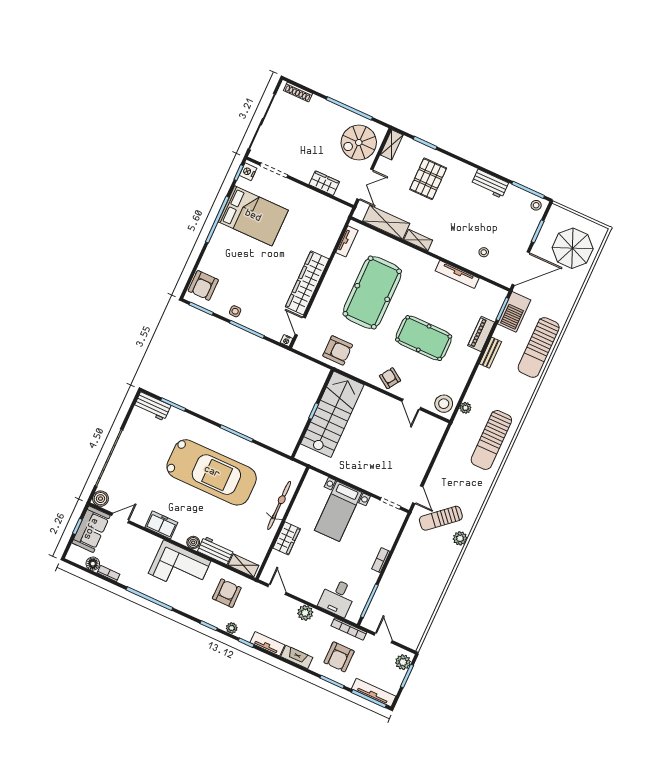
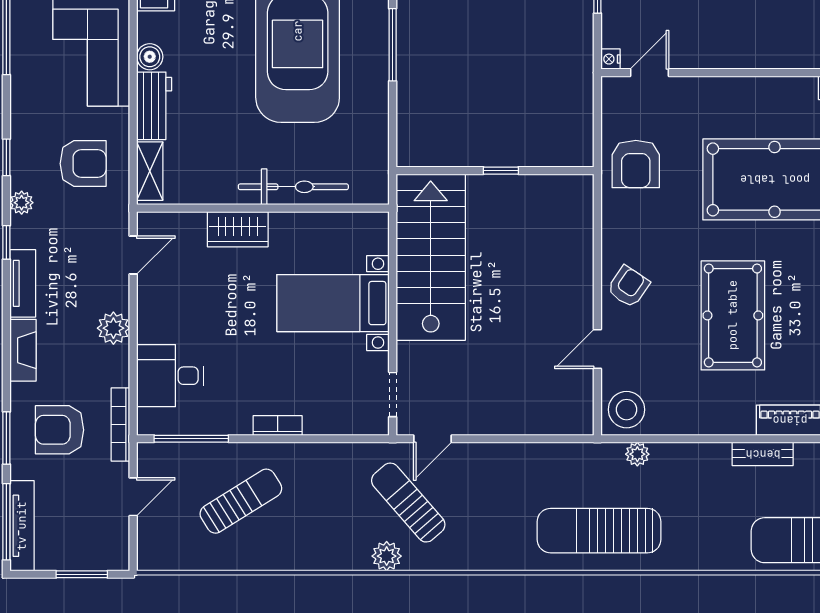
wardrobe: (307, 283) -> (737, 49), removed
stairs: (332, 414) -> (431, 257), moved, turned -90
sun lounger: (407, 591) -> (241, 501), added
plant: (403, 662) -> (104, 555), removed

